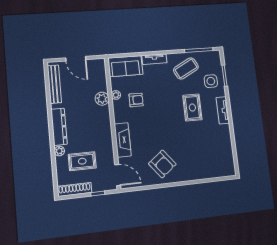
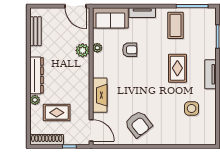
door: (76, 59) -> (76, 6), moved
coffee table: (186, 68) -> (175, 25), turned -62
side table: (211, 81) -> (192, 109), moved
bench: (54, 84) -> (36, 31), width x0.73
armchair: (136, 100) -> (130, 50), moved

